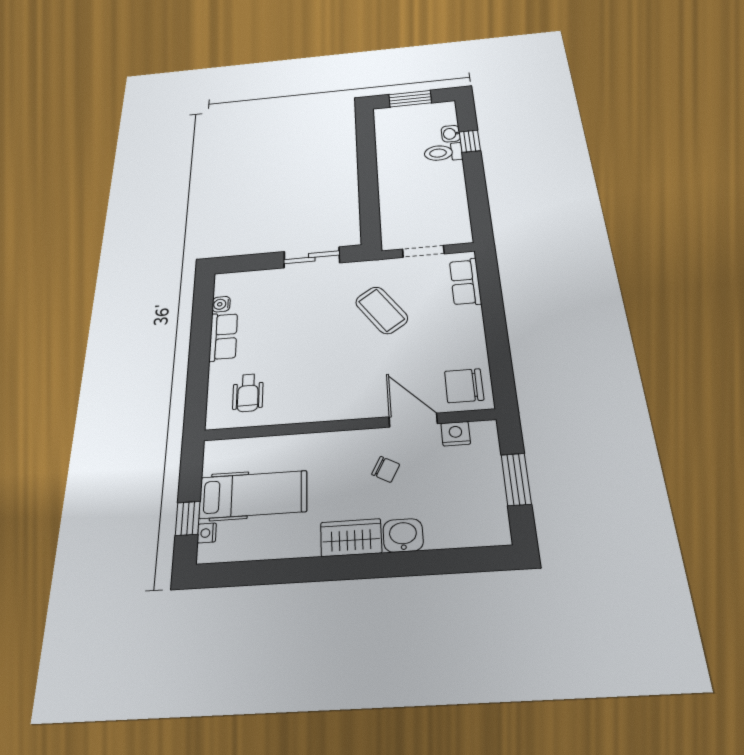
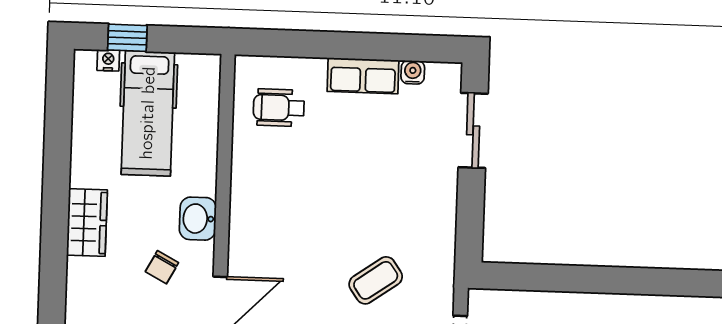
sliding door: (312, 257) -> (473, 130), moved
coffee table: (382, 310) -> (376, 280), width x0.73, depth x0.77
washbasin: (403, 535) -> (198, 219), moved, turned 180

